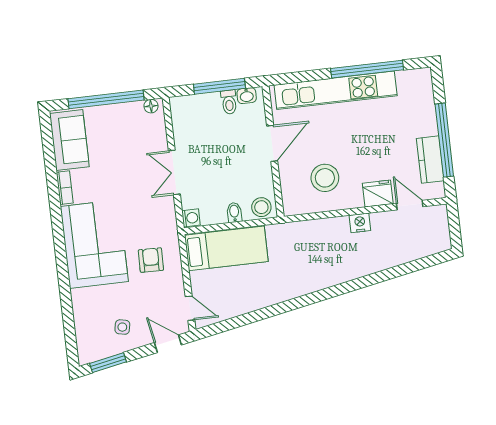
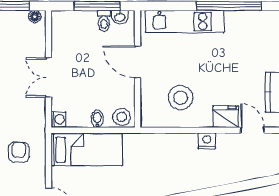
kitchen unit: (336, 90) -> (185, 21), width x0.73
door: (272, 143) -> (138, 62), swing flipped

